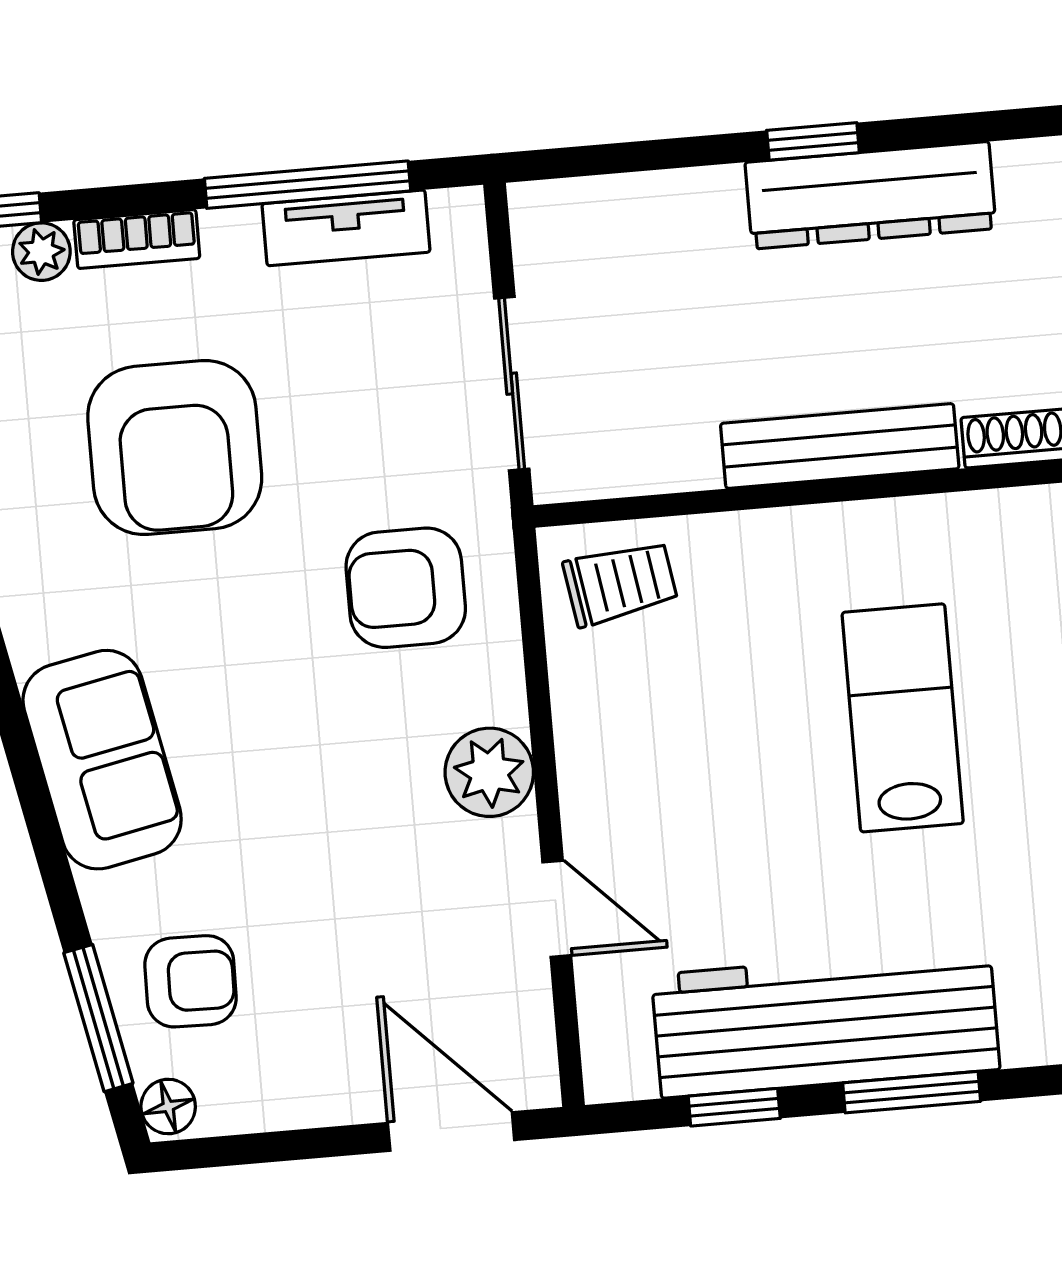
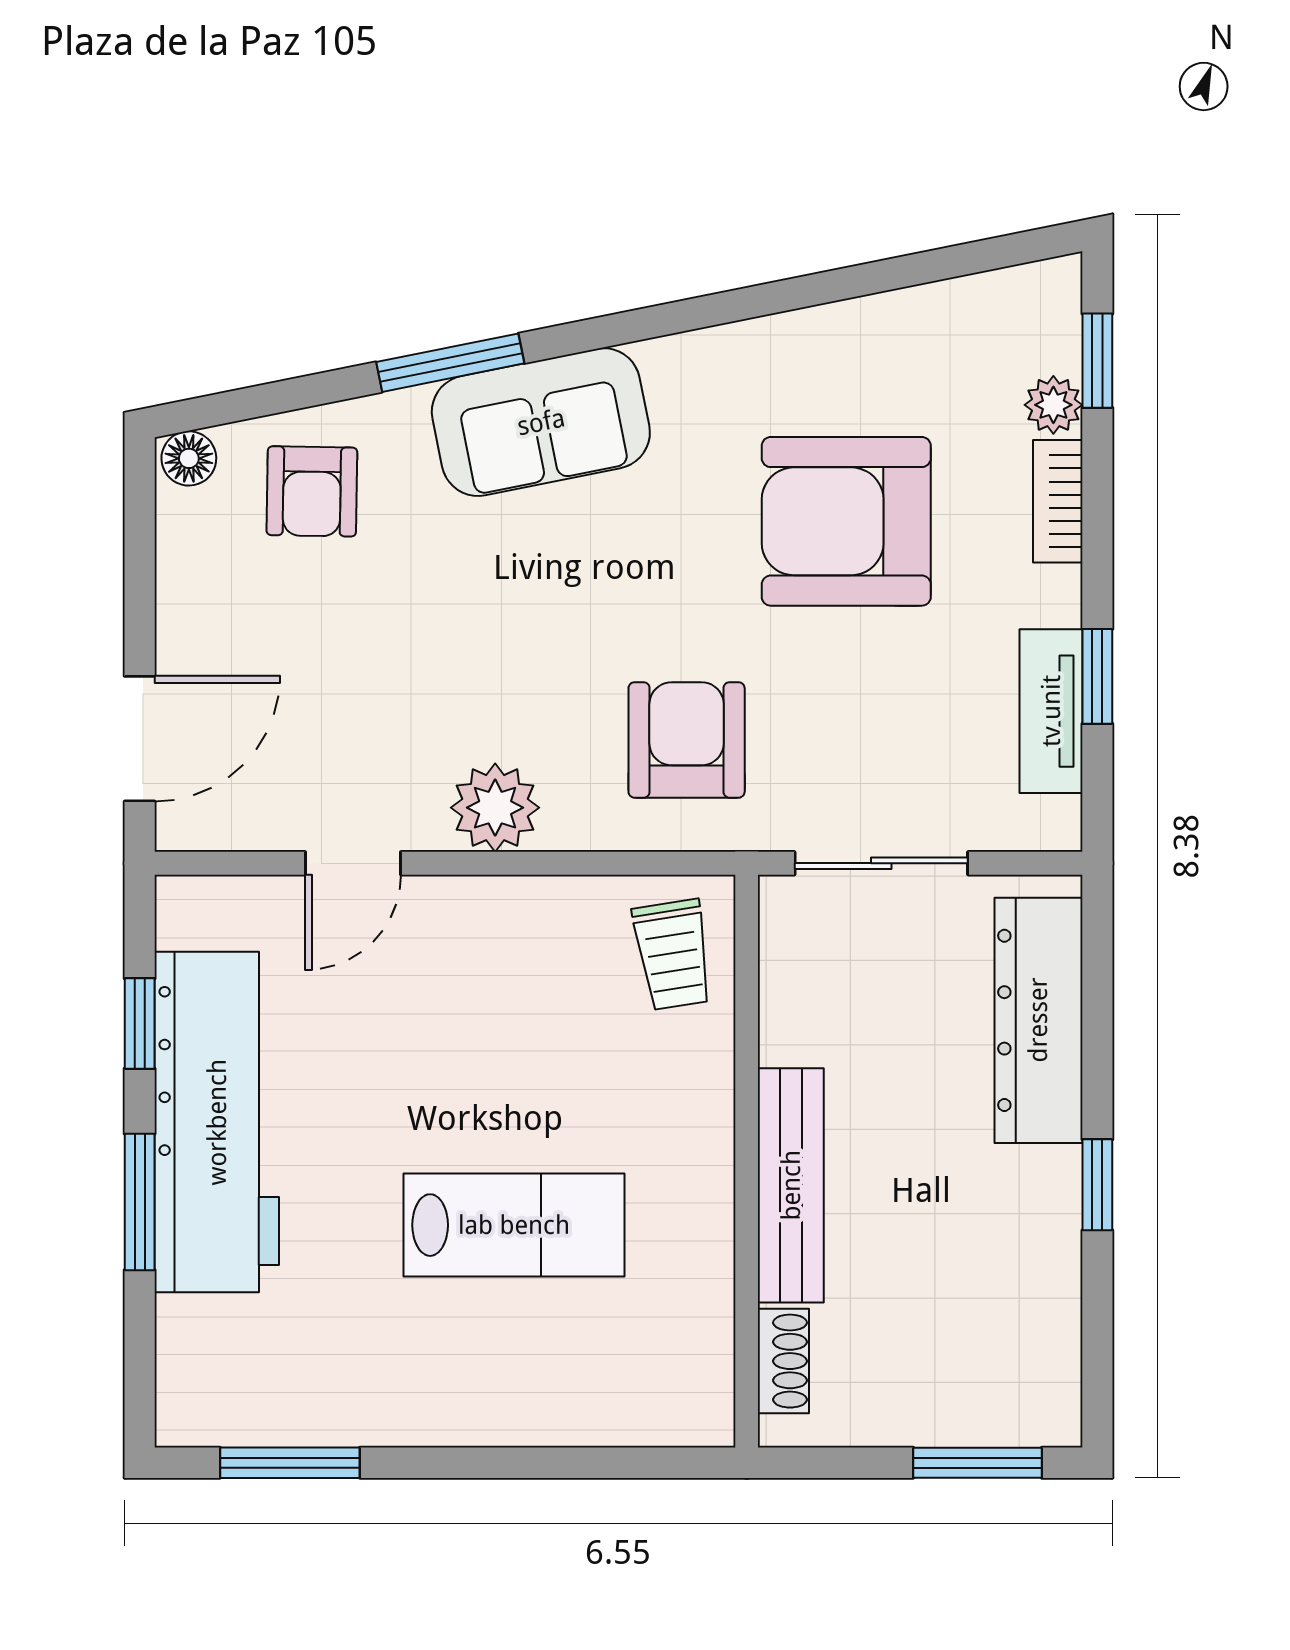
window: (308, 185) -> (1097, 676), width x0.46
dresser: (871, 195) -> (1038, 1020), moved
window: (98, 1018) -> (450, 363), moved

